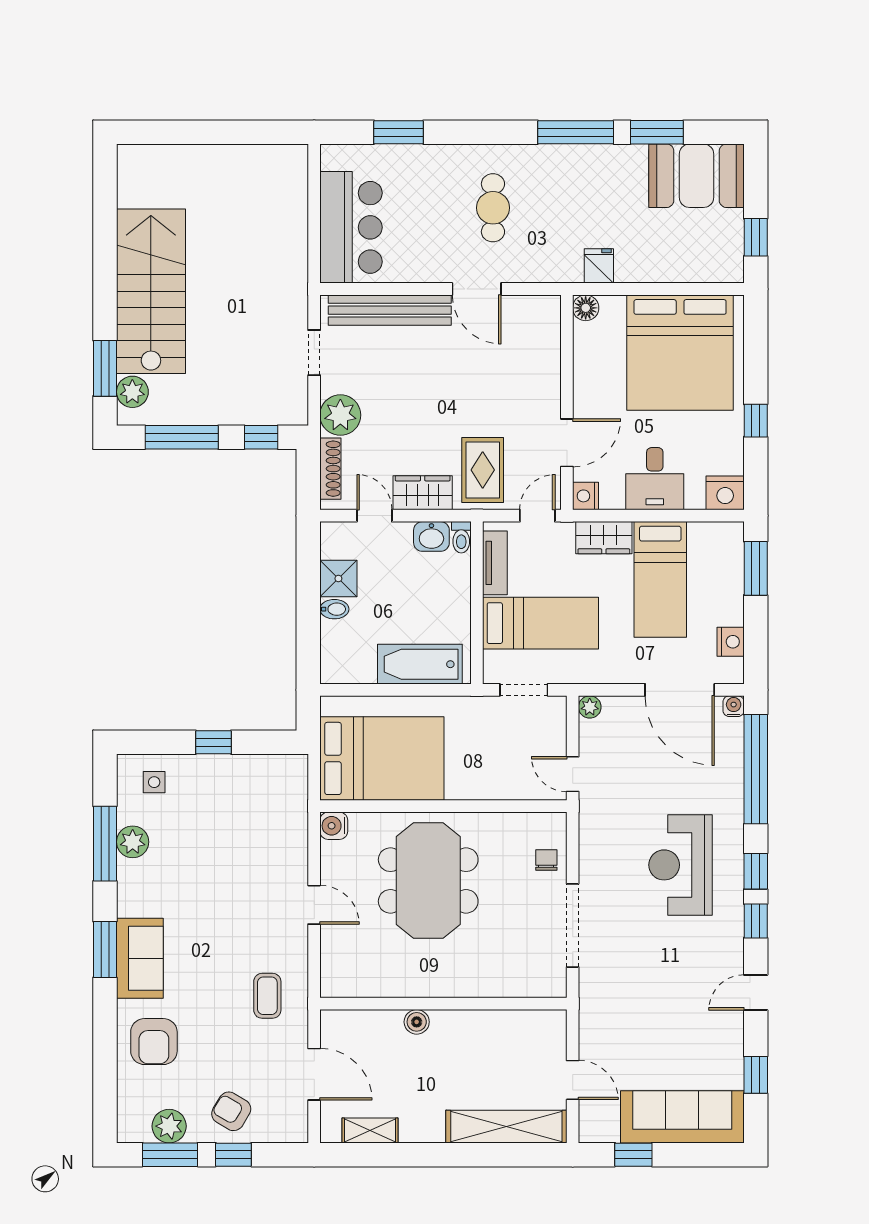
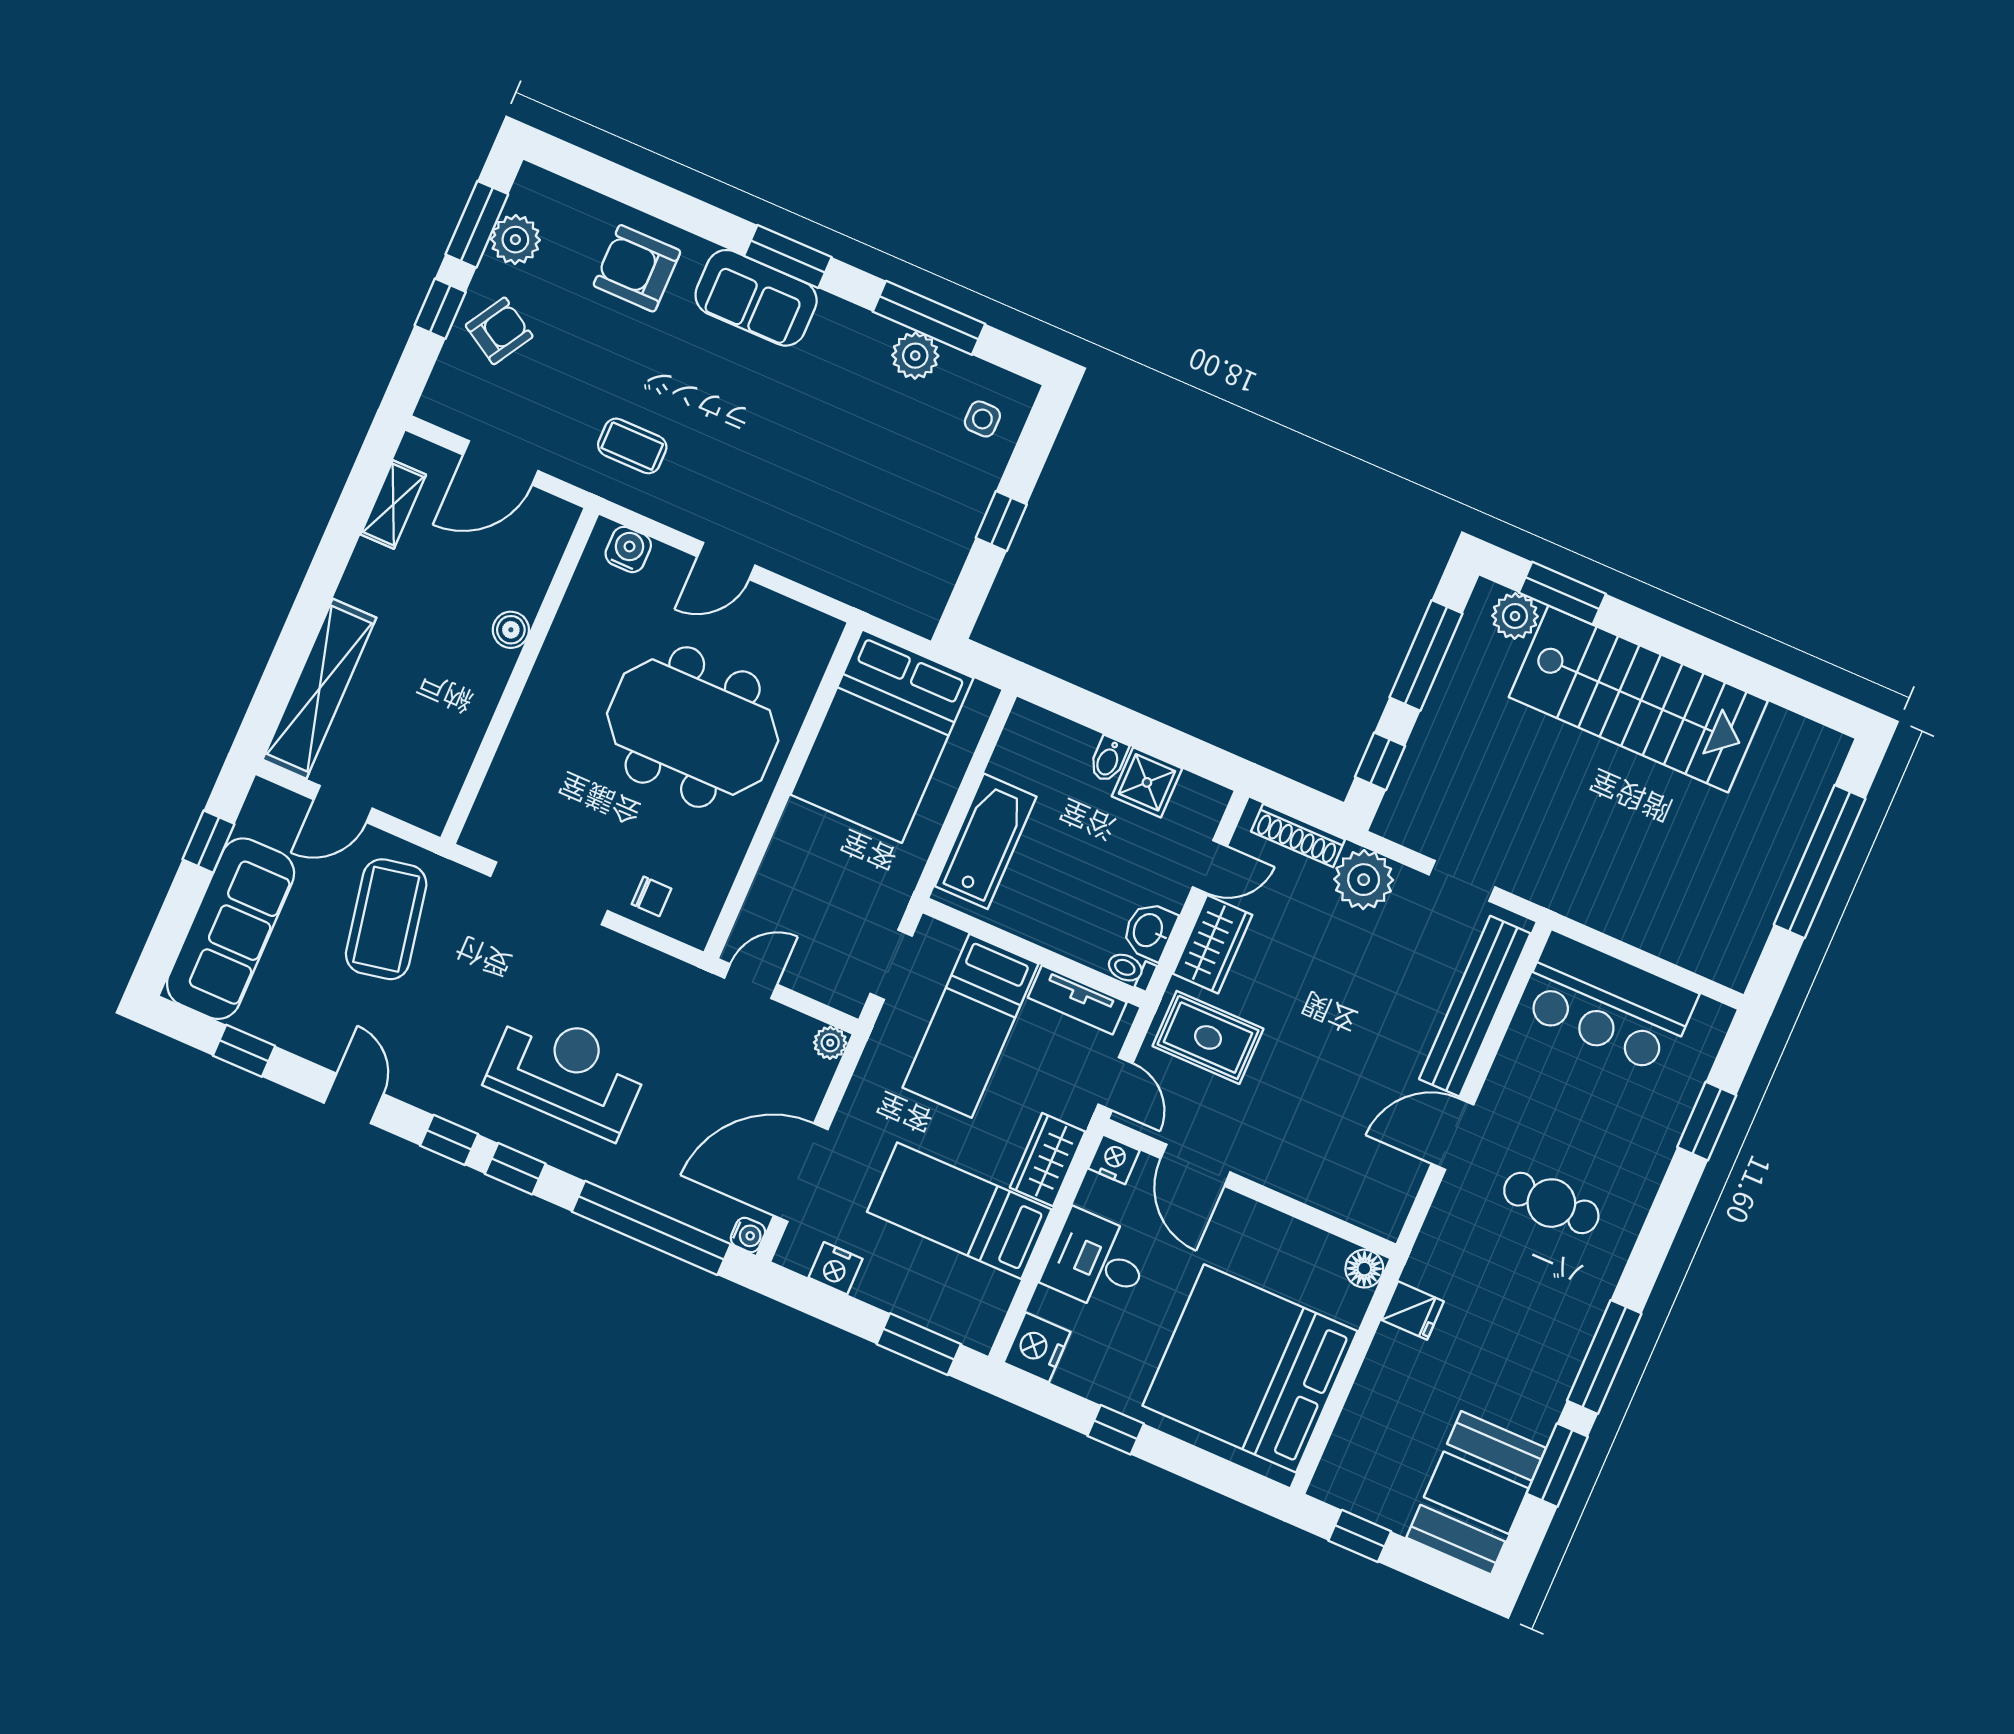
window: (204, 132) -> (1820, 862), added
water cooler: (334, 826) -> (628, 549), moved
coffee table: (634, 1021) -> (386, 919), added

